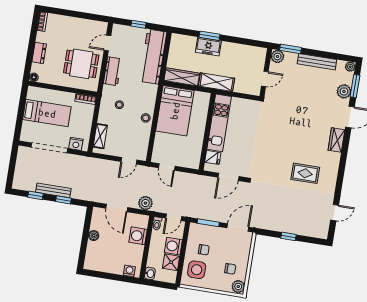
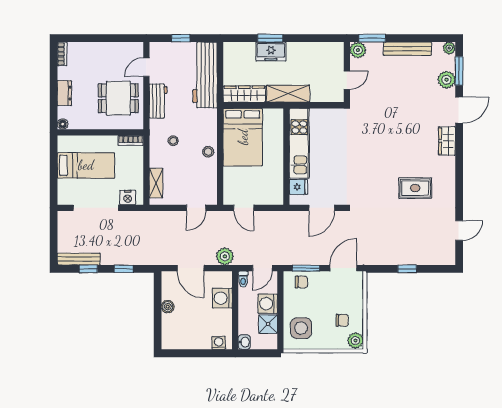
bench: (53, 190) -> (79, 259), moved
chair: (204, 250) -> (301, 282), moved

